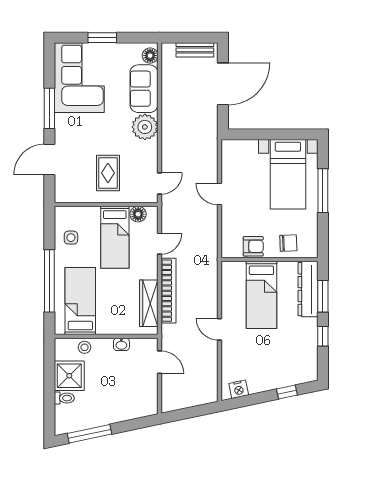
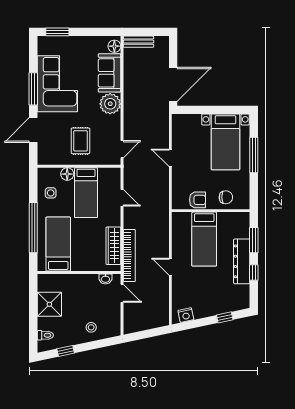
window: (102, 38) -> (57, 32), moved
bench: (195, 50) -> (138, 42), moved
corner sofa: (79, 78) -> (57, 84), moved
door: (223, 84) -> (173, 84), moved
floor lamp: (138, 214) -> (67, 174), moved
door: (159, 244) -> (122, 198), hinge flipped
dresser: (308, 289) -> (242, 261), moved
bookcase: (168, 291) -> (129, 255), moved
washbasin: (121, 344) -> (105, 279), moved
stool: (85, 347) -> (91, 327), moved
toilet: (64, 398) -> (45, 335), moved
window: (90, 434) -> (66, 351), width x0.46

